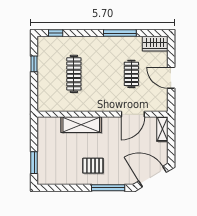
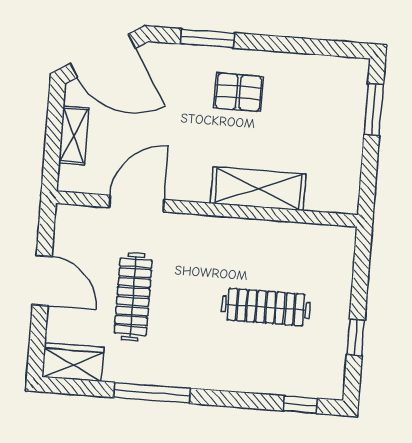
clothes rail: (74, 74) -> (266, 307), turned 90
clothes rail: (131, 74) -> (133, 297), width x1.36
shelving: (162, 129) -> (74, 135), moved
window: (108, 188) -> (207, 38), width x0.69

